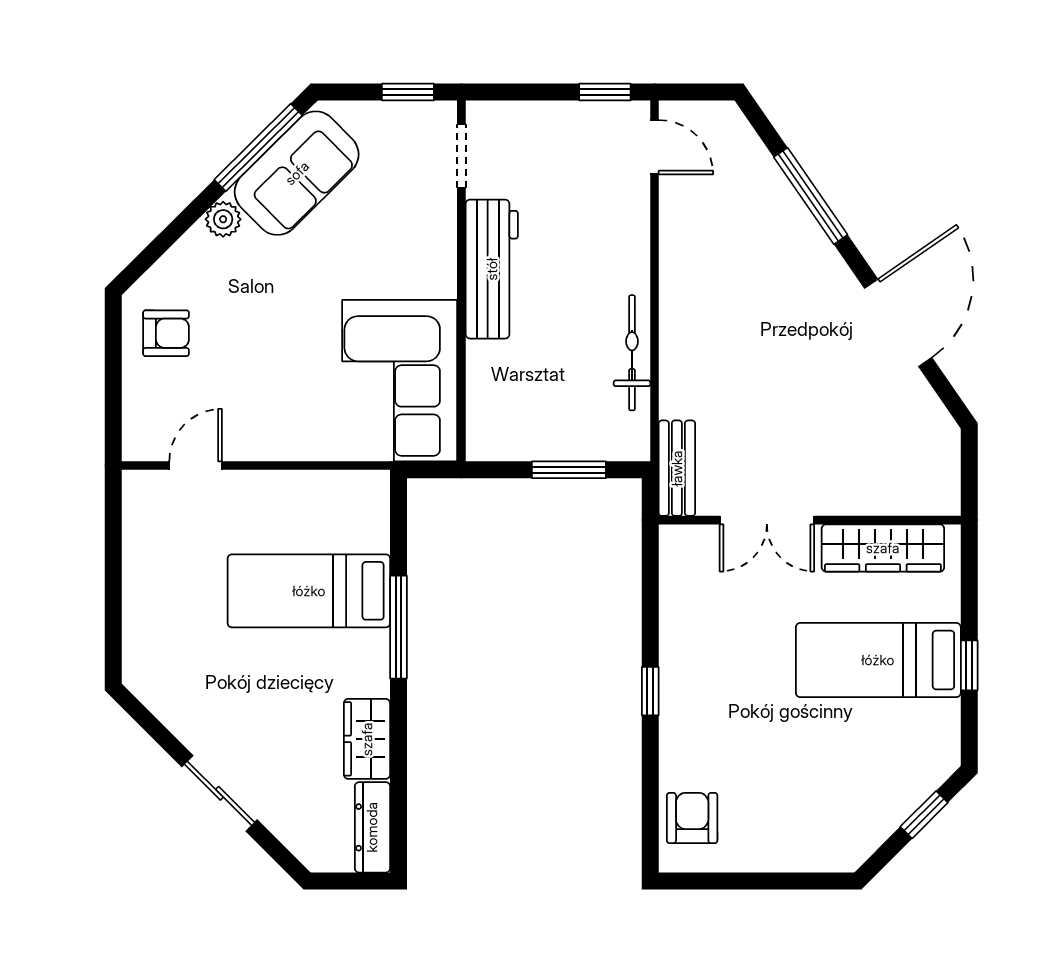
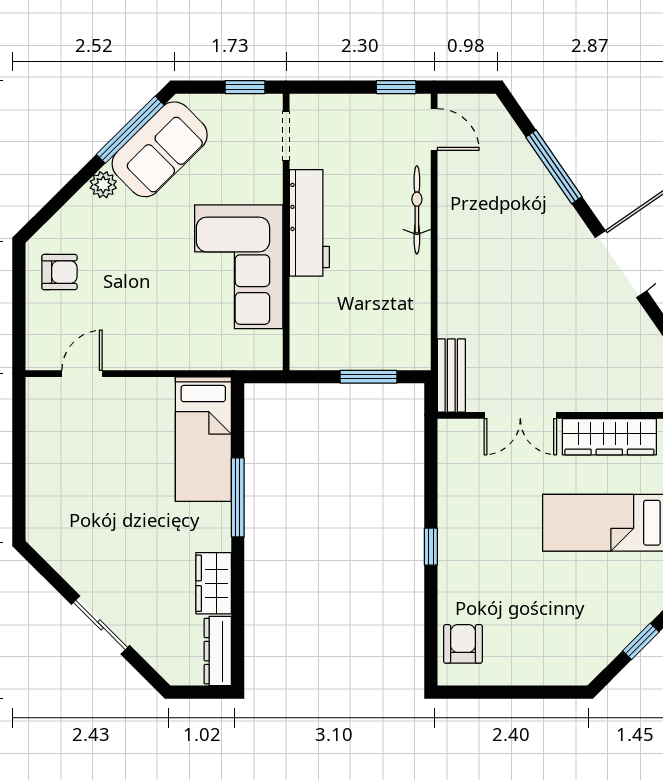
bicycle: (632, 353) -> (417, 210), moved
corner sofa: (400, 381) -> (239, 267), moved
bed: (309, 591) -> (203, 439), moved, turned -90

